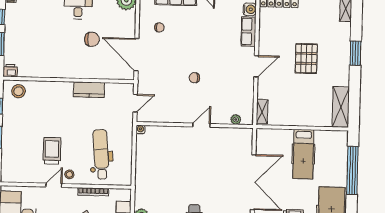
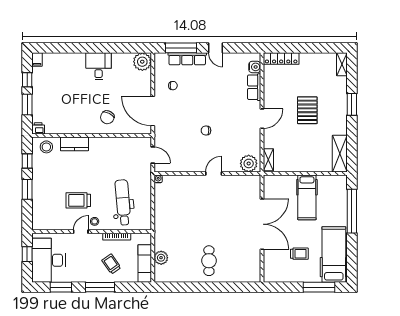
chair: (92, 39) -> (107, 117), moved, turned 116
kitchen counter: (89, 90) -> (74, 144), moved
door: (135, 103) -> (153, 155), hinge flipped
plant: (236, 119) -> (249, 163), width x1.88, depth x1.88
trolley: (52, 151) -> (78, 200), turned -90

